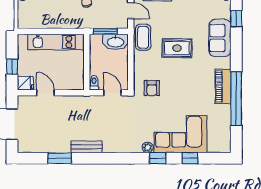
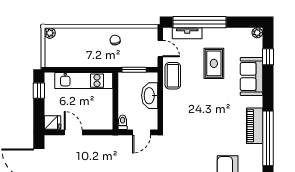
washbasin: (115, 42) -> (150, 96), moved, turned 90
rug: (177, 48) -> (214, 63), moved, turned 90
window: (12, 67) -> (39, 91), moved
armchair: (152, 88) -> (182, 128), removed
door: (112, 93) -> (142, 132), swing flipped

